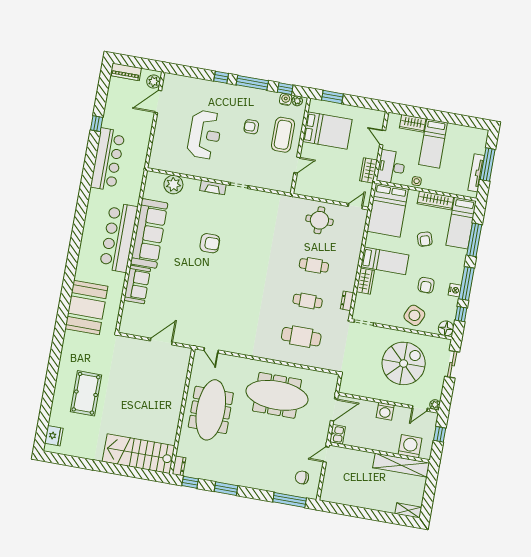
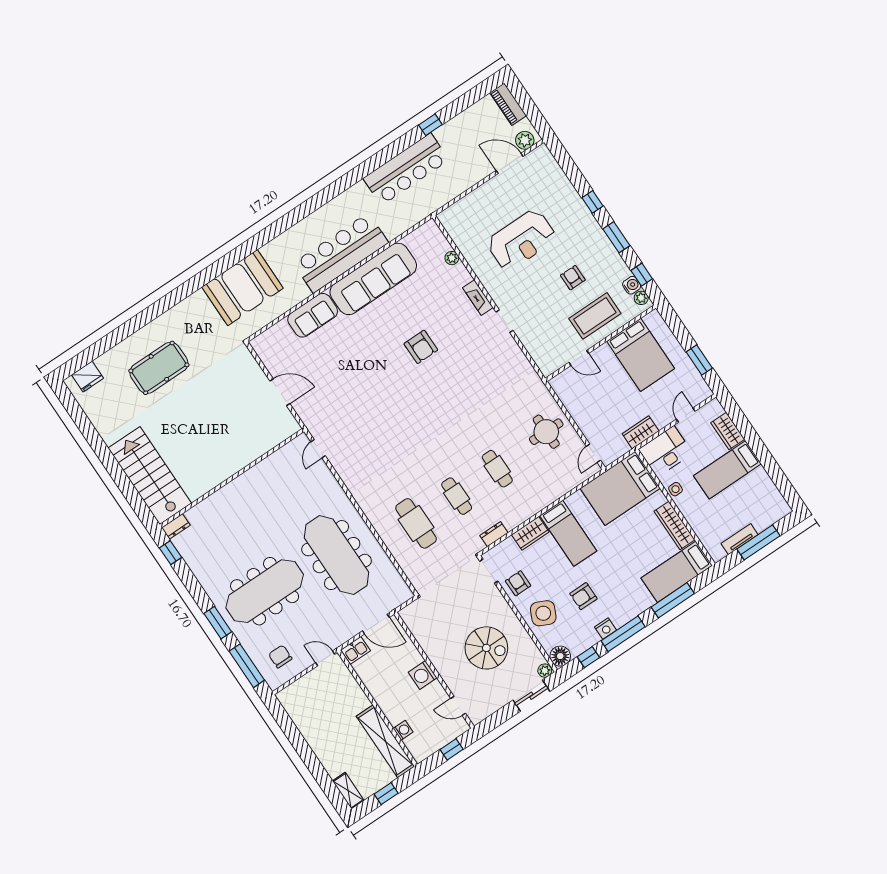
window: (252, 83) -> (616, 237), width x0.69
window: (332, 97) -> (699, 360), moved
tv unit: (476, 173) -> (740, 539), width x0.71
plant: (173, 185) -> (452, 258), width x0.53, depth x0.53
door: (355, 206) -> (594, 453), swing flipped
armchair: (425, 239) -> (518, 583), moved, turned 108
spiral stairs: (404, 363) -> (486, 648), width x0.73, depth x0.73
plant: (435, 405) -> (545, 671), moved
meeting table: (211, 410) -> (265, 591), moved
washing machine: (410, 446) -> (403, 730), width x0.53, depth x0.53
window: (226, 489) -> (218, 623), moved
window: (429, 492) -> (386, 794), added

